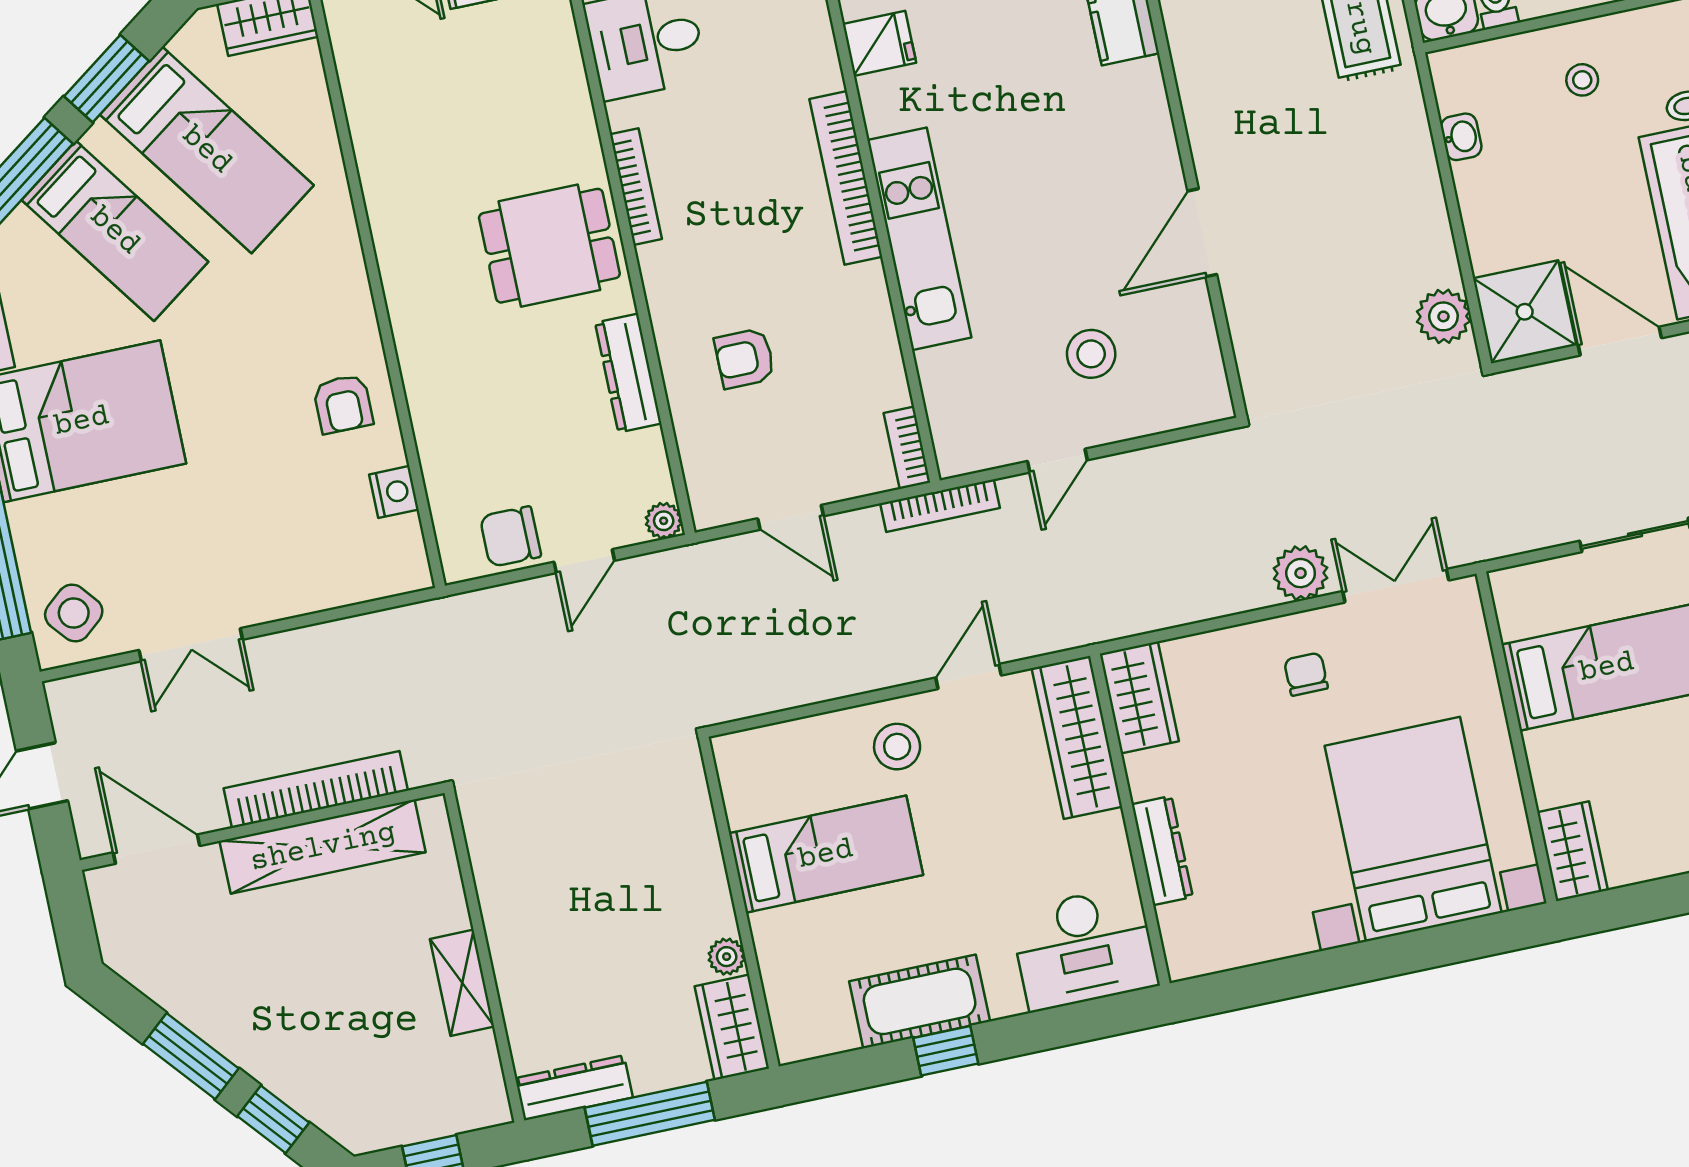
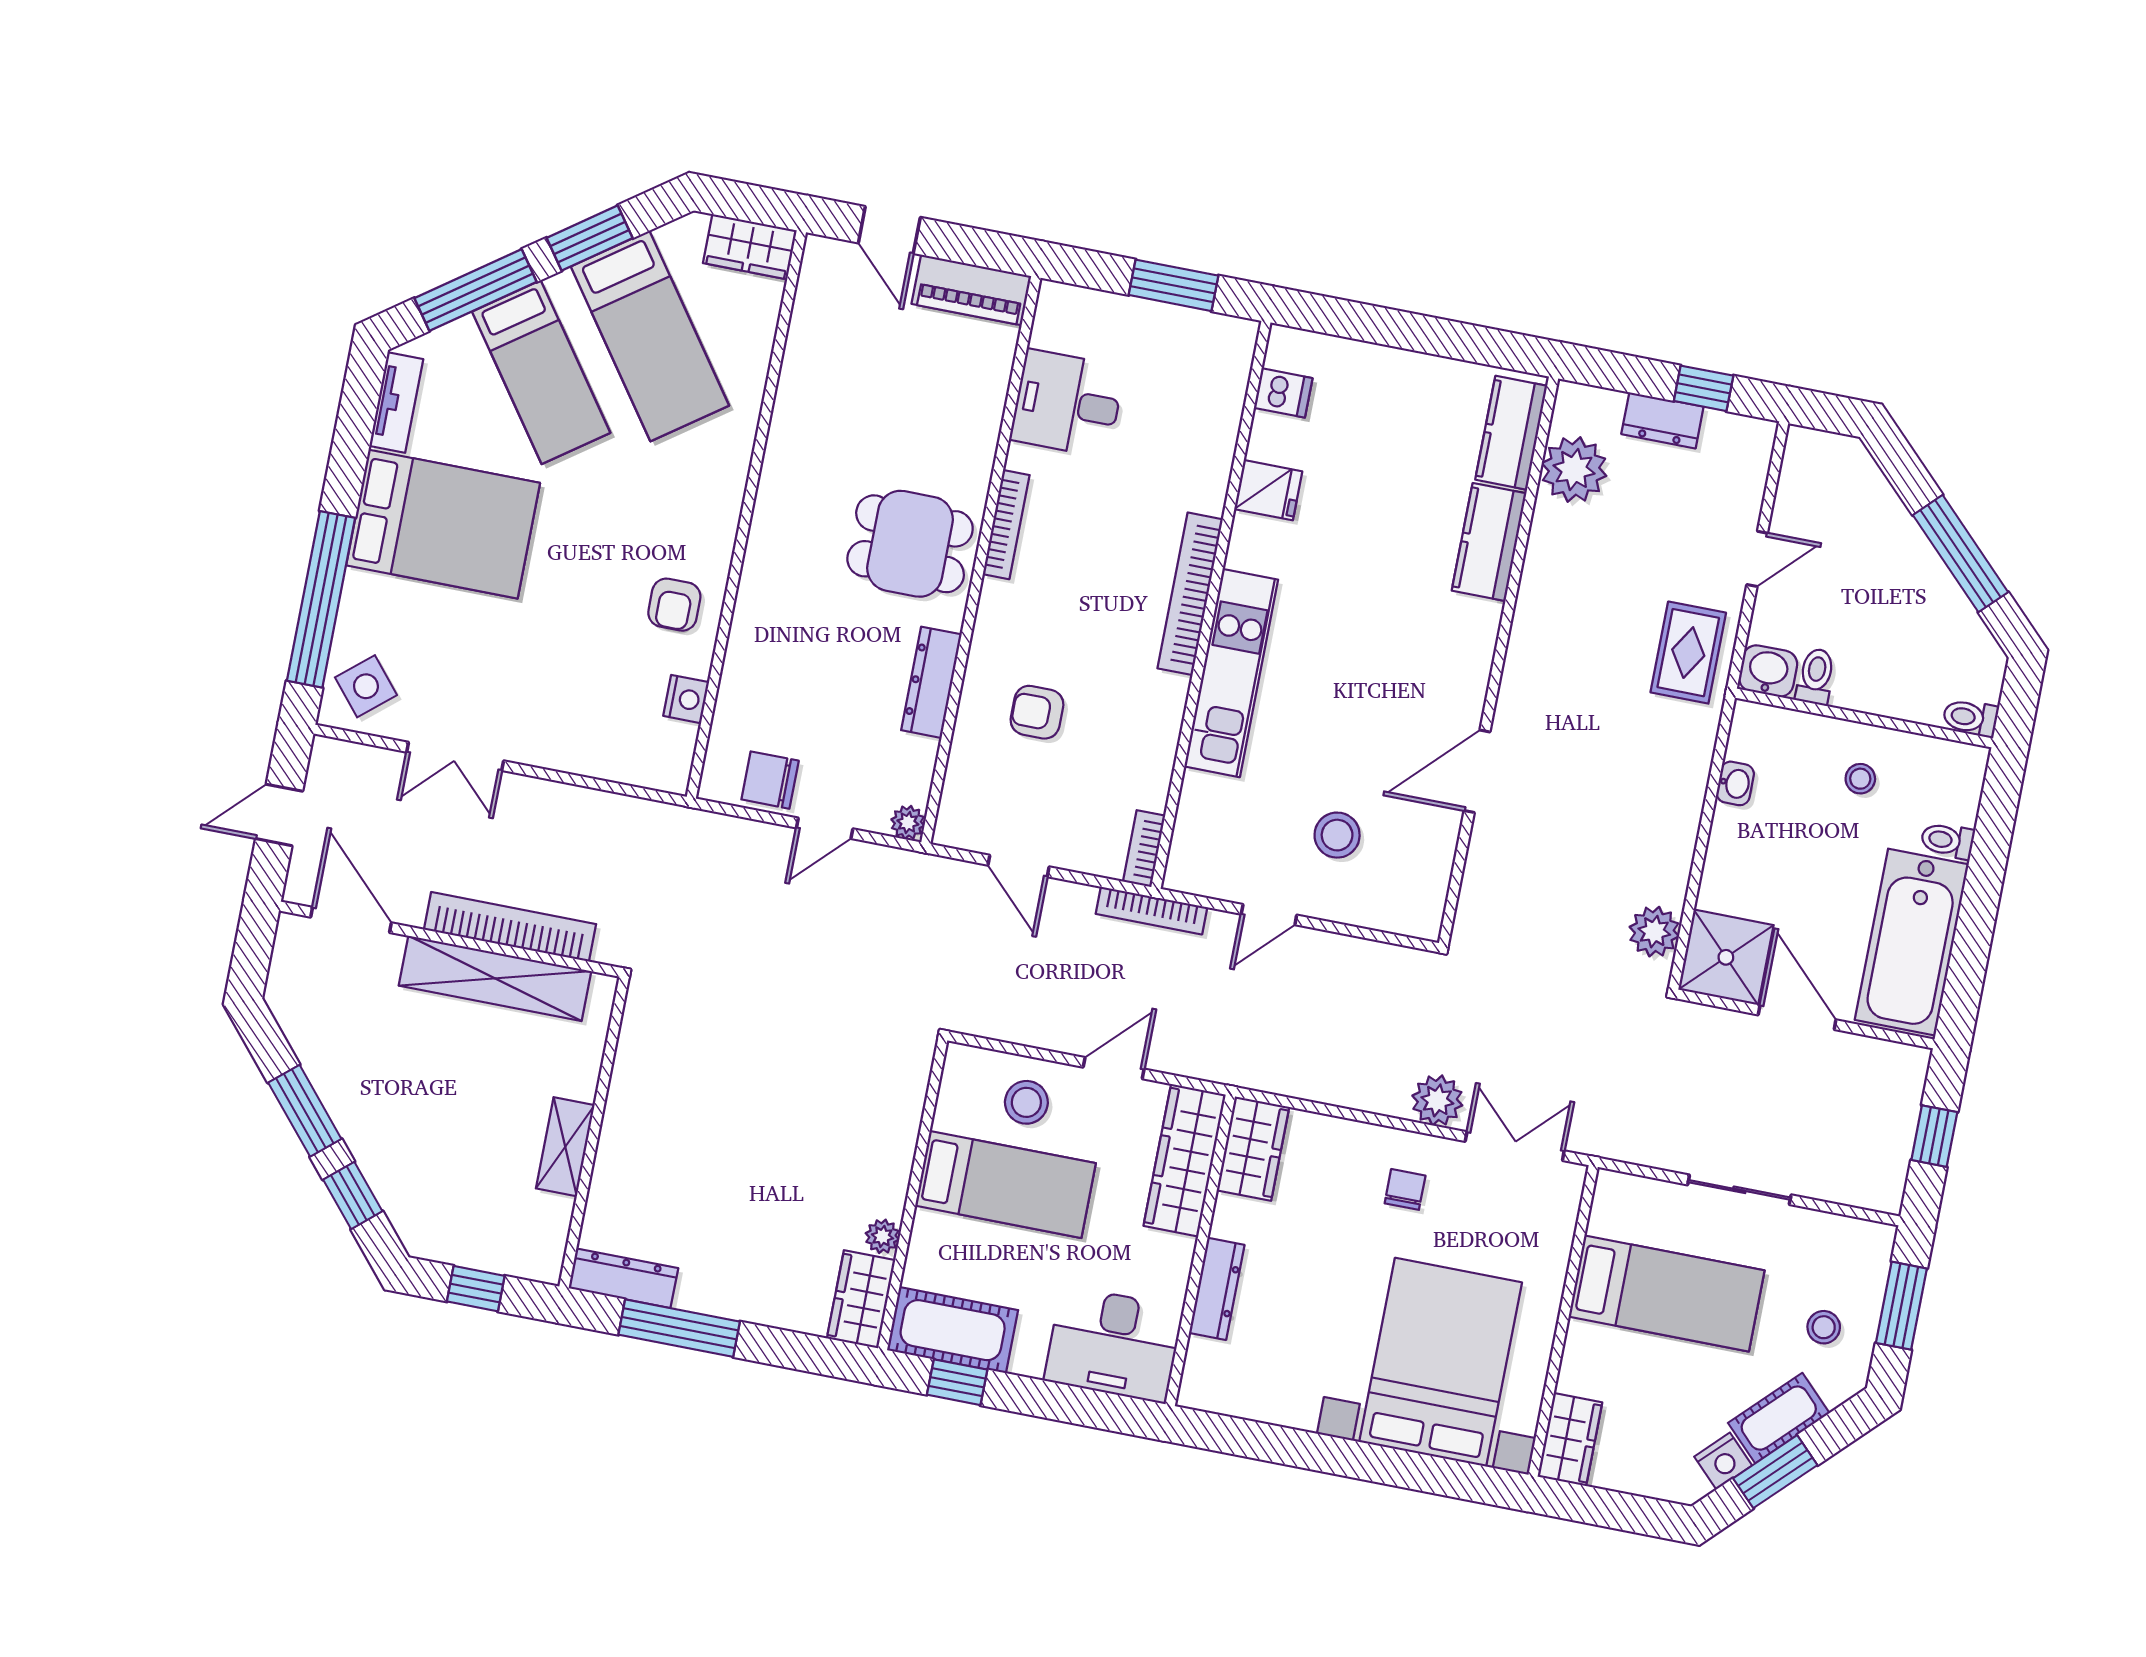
bed: (826, 854) -> (1006, 1184), moved
wall: (739, 903) -> (913, 1194), moved
plant: (727, 957) -> (882, 1236), moved
wardrobe: (732, 1027) -> (861, 1299), moved

